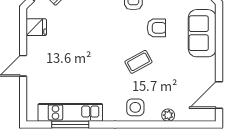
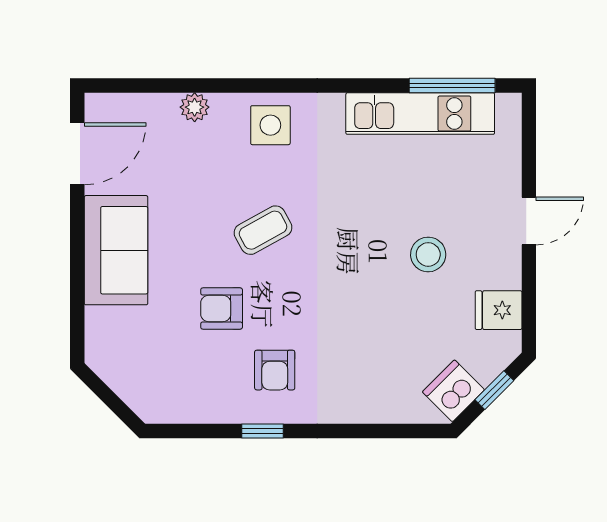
sofa: (202, 33) -> (116, 250), moved
stool: (67, 51) -> (428, 254), added
window: (70, 125) -> (452, 86), moved

